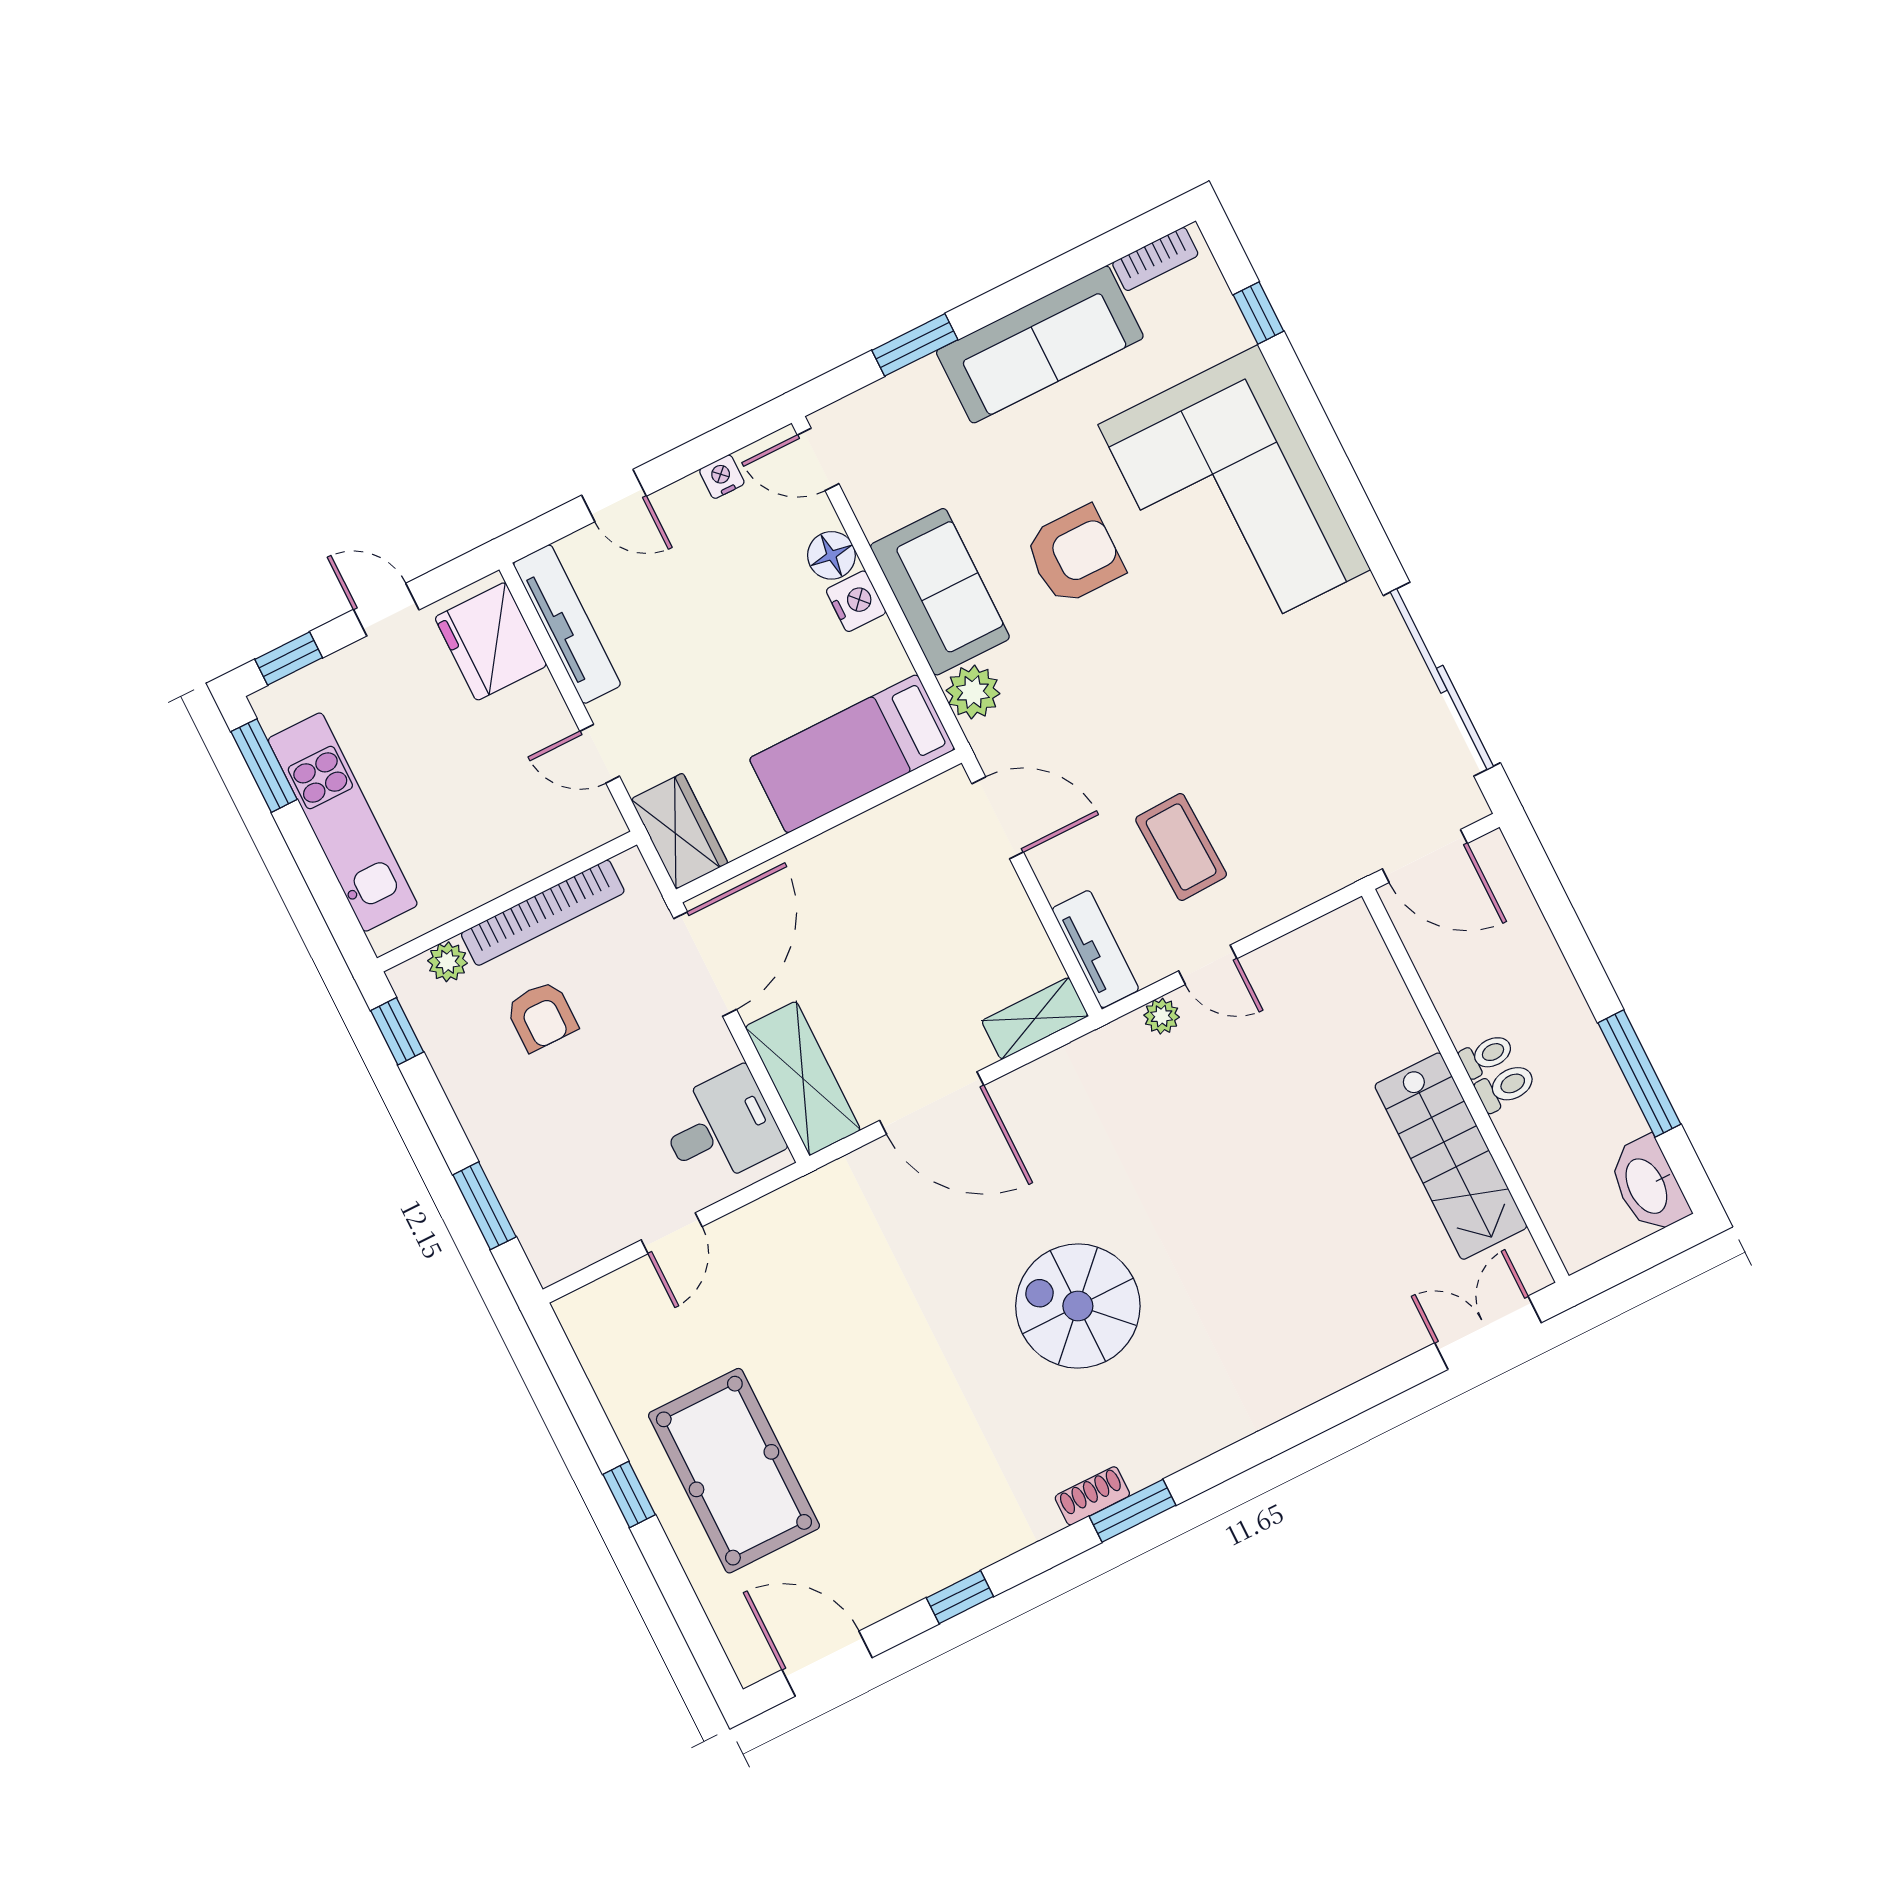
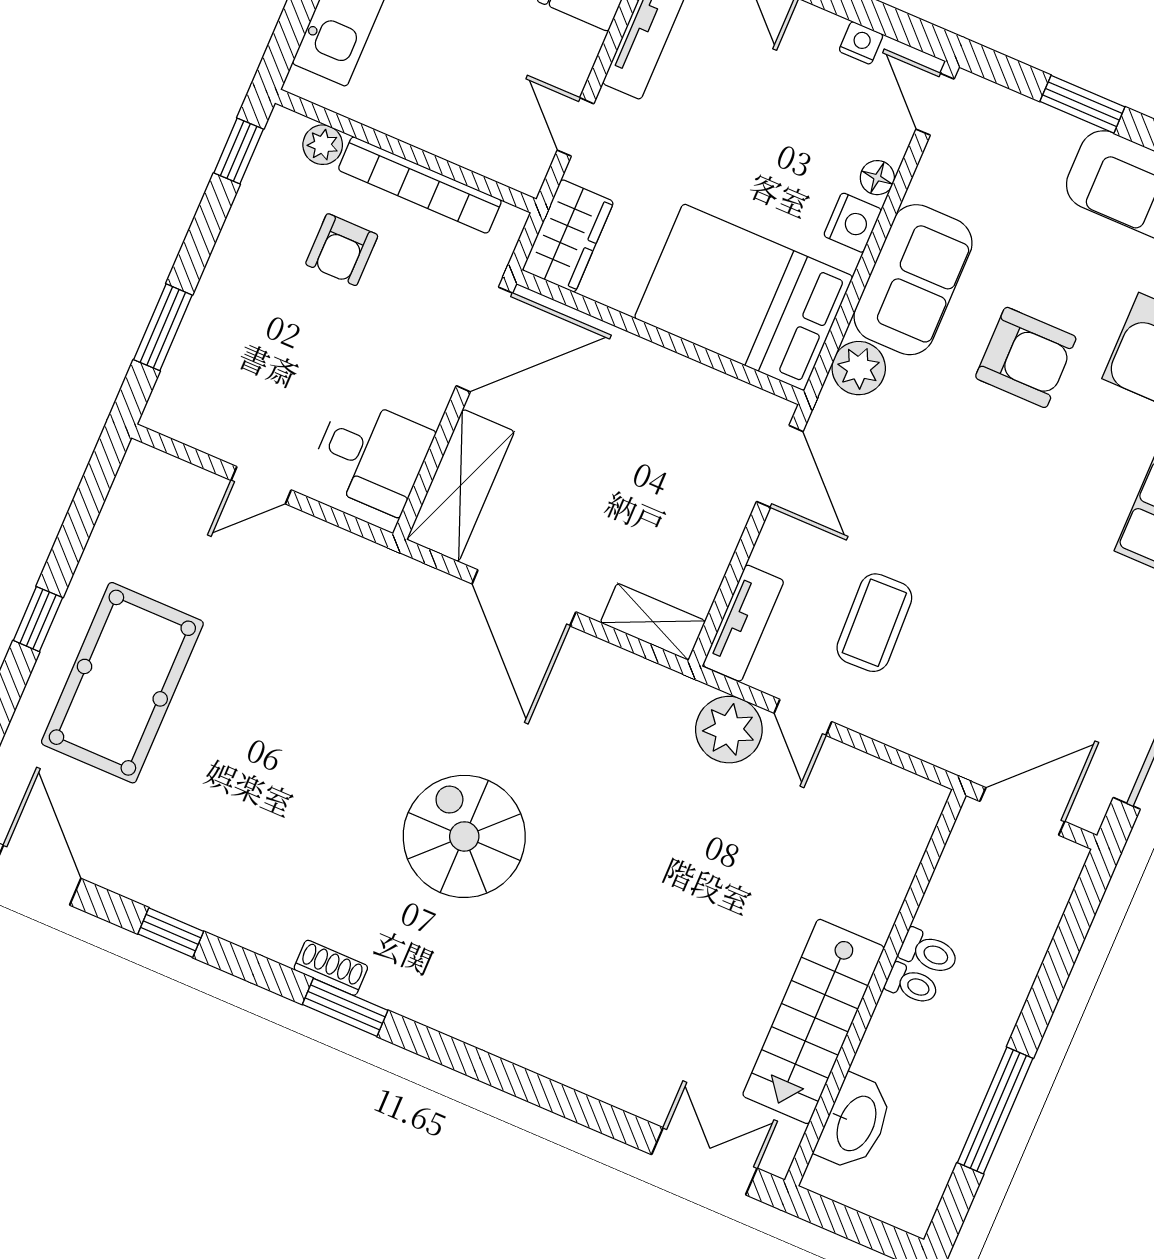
floor lamp: (831, 555) -> (877, 178), width x0.73, depth x0.73
bed: (852, 754) -> (744, 297), width x1.50
door: (1425, 856) -> (1022, 811), swing flipped
plant: (1162, 1016) -> (729, 730), width x1.87, depth x1.87
toilet: (1506, 1087) -> (929, 952), moved
washbasin: (1648, 1185) -> (855, 1123), moved, turned 180

